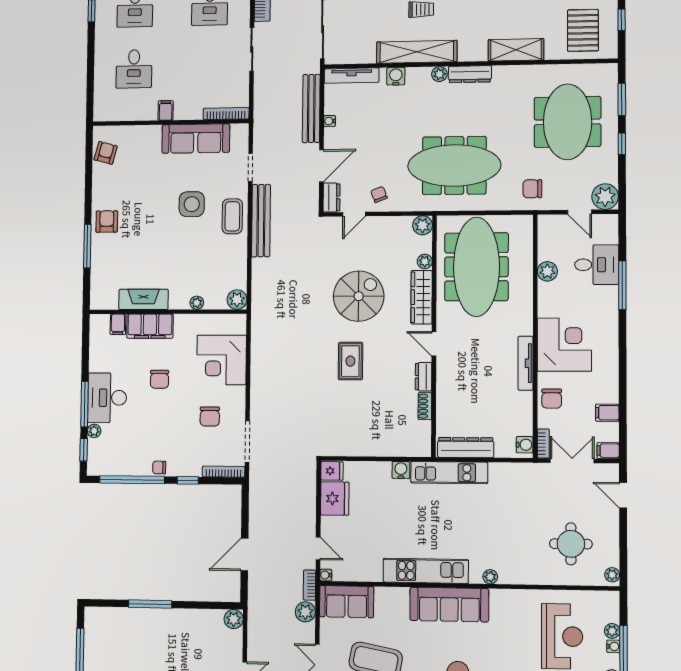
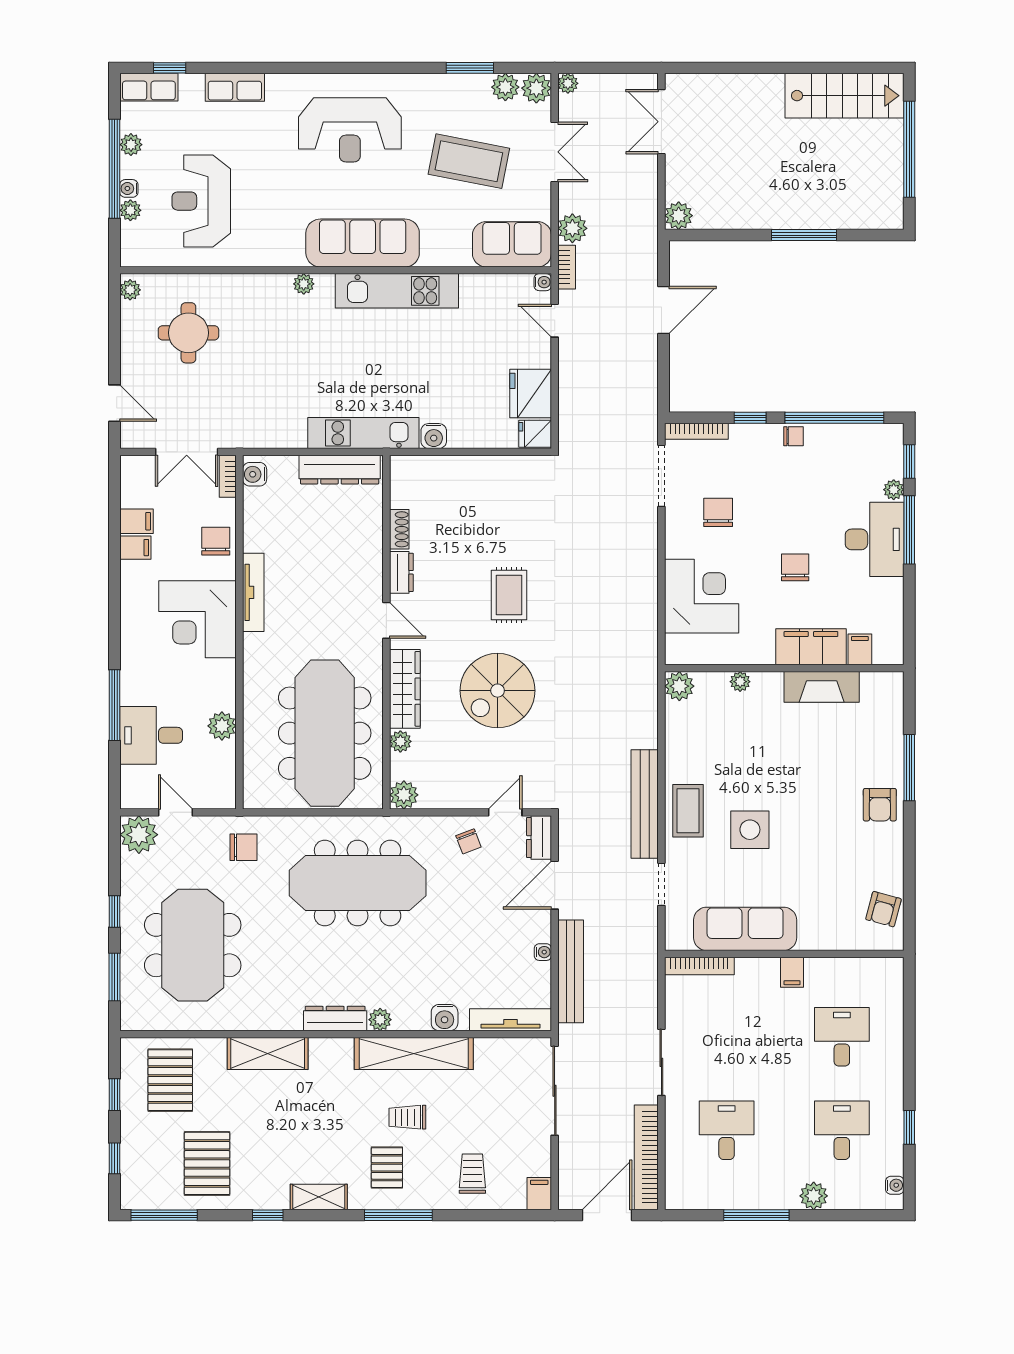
filing cabinet: (608, 451) -> (135, 548), moved

